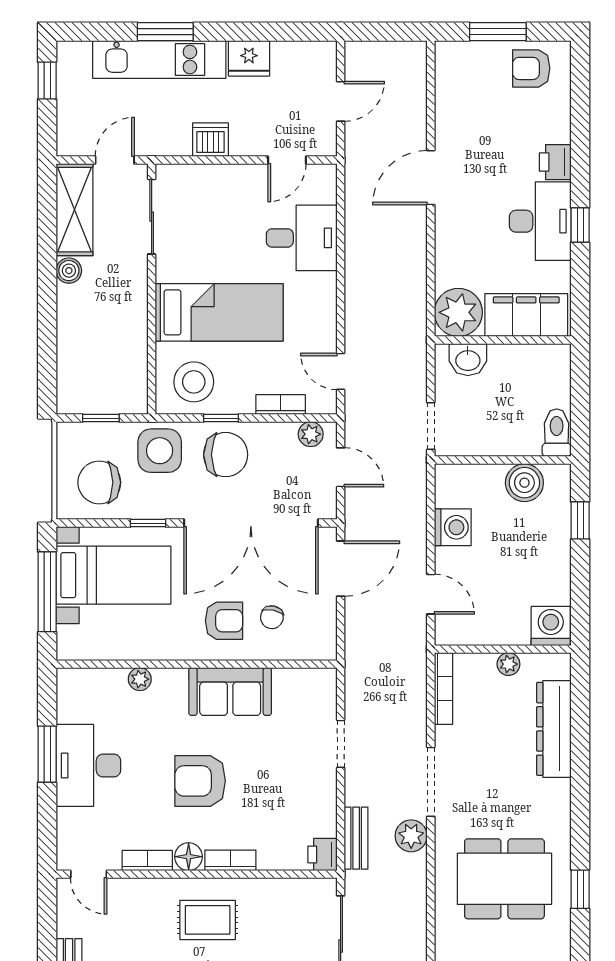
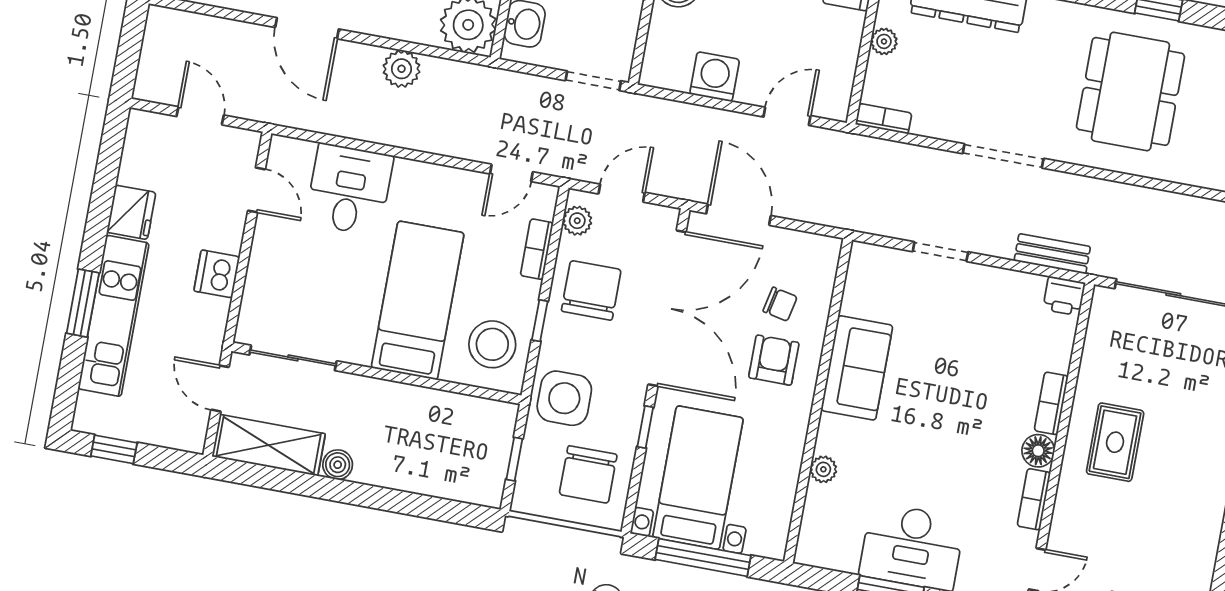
chair: (226, 455) -> (591, 290), moved
bookcase: (443, 689) -> (884, 119), width x0.64
armchair: (200, 781) -> (953, 421), removed
plant: (411, 836) -> (401, 69), moved

